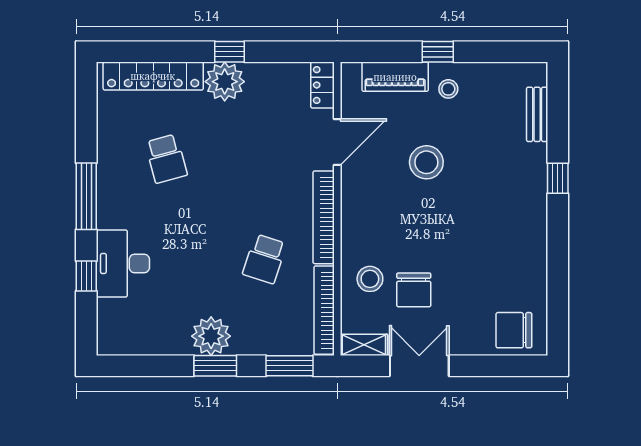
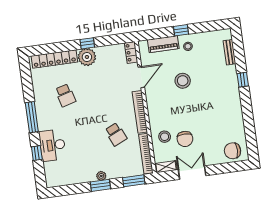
school desk: (265, 259) -> (116, 134), turned -42
plant: (211, 336) -> (101, 176), width x0.53, depth x0.53

